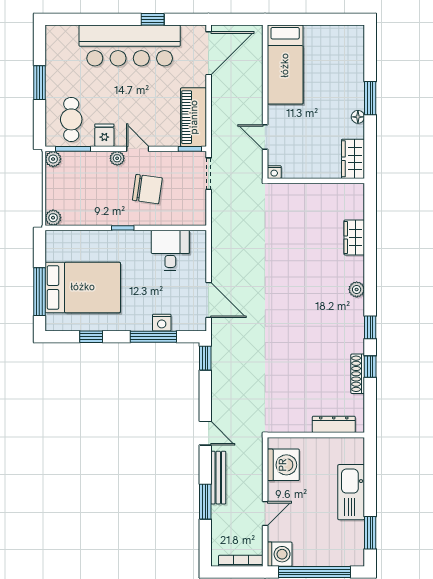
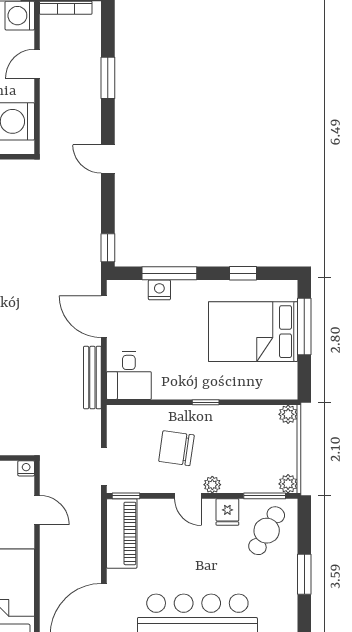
cafe table: (71, 119) -> (267, 531), turned 30
desk: (170, 250) -> (129, 375), moved
bench: (218, 478) -> (92, 378), moved

